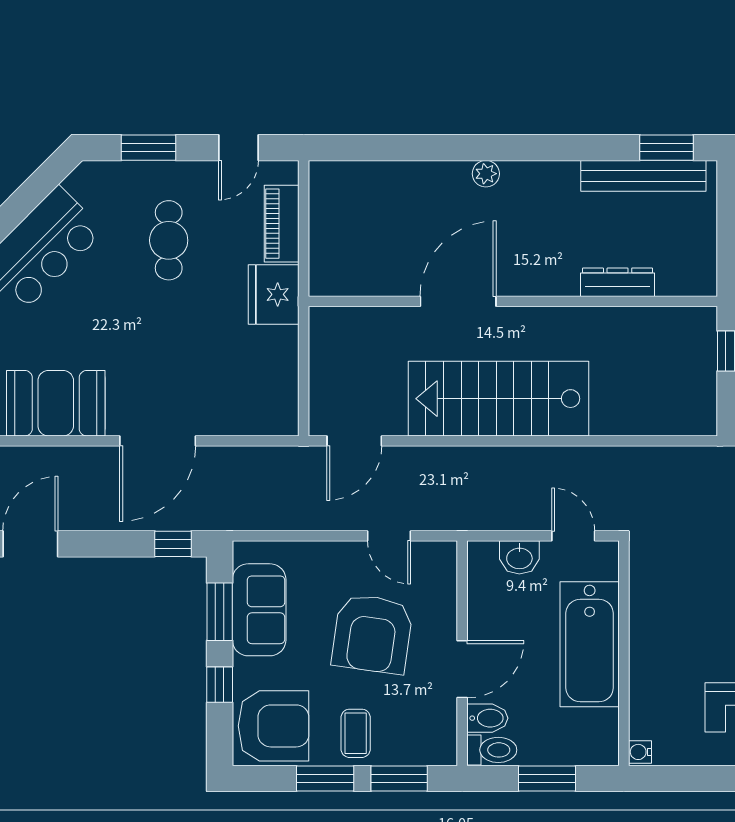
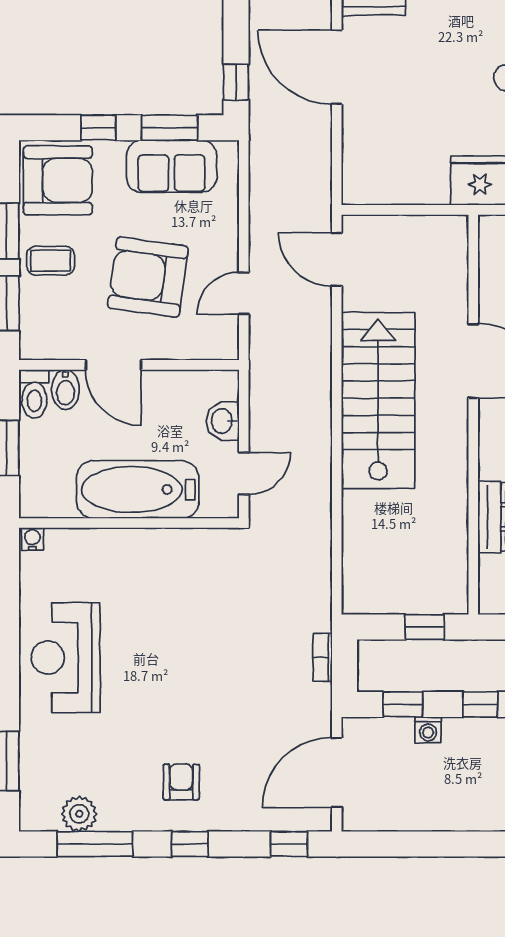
armchair: (274, 726) -> (58, 180), turned -90

